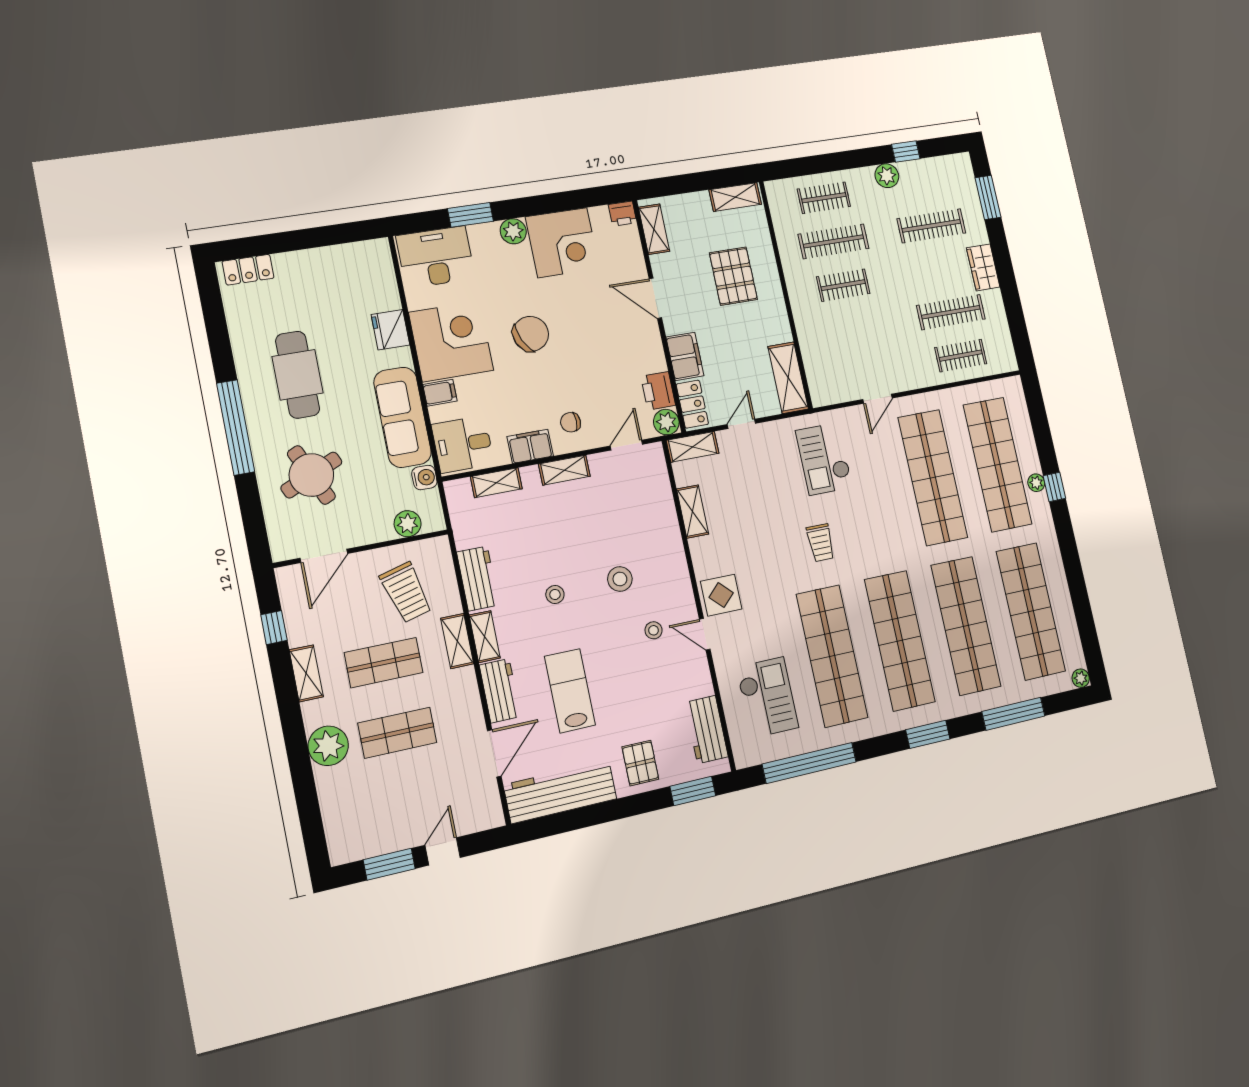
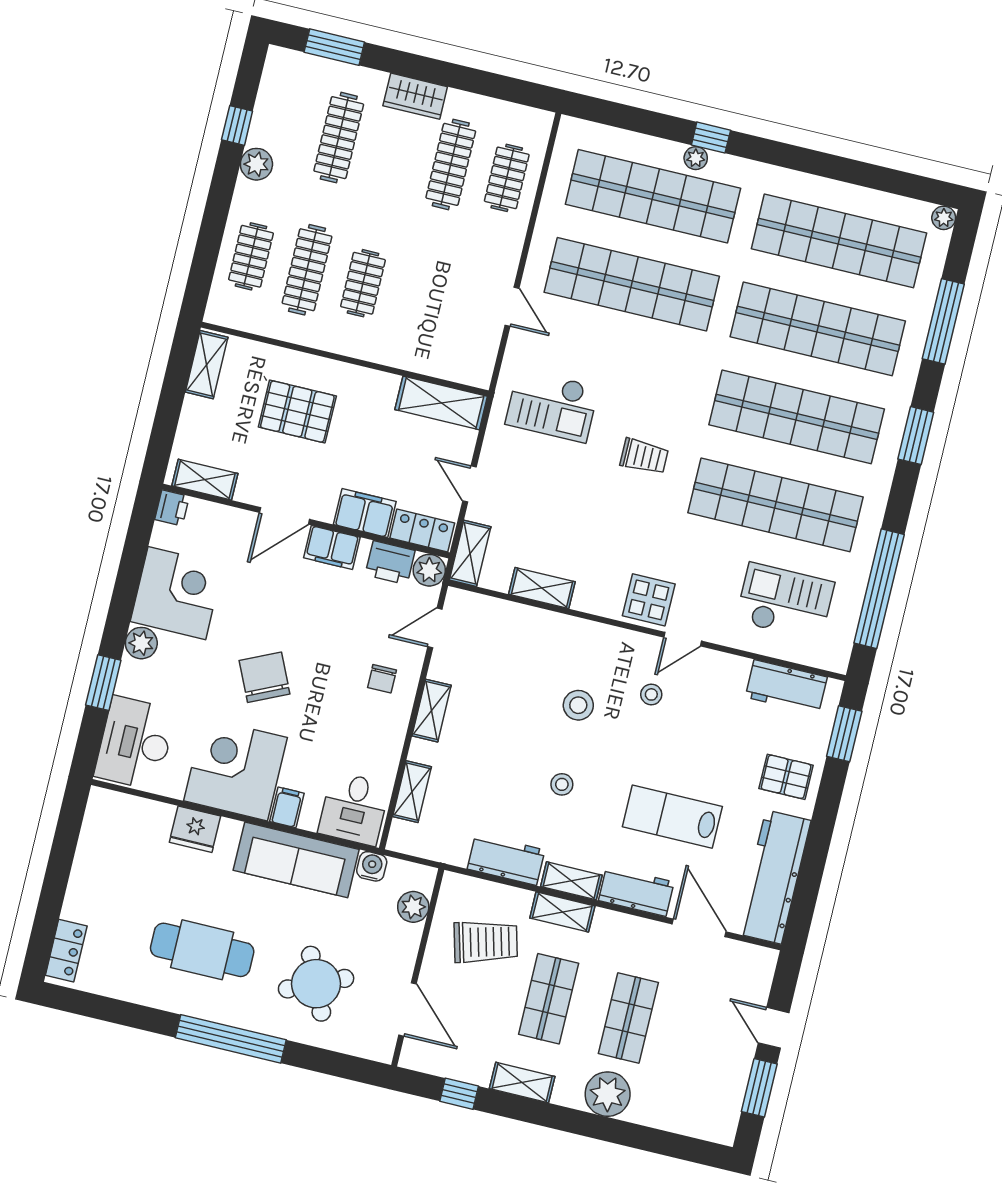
door: (626, 445) -> (435, 628), hinge flipped
filing cabinet: (530, 446) -> (332, 548), moved, turned -90

